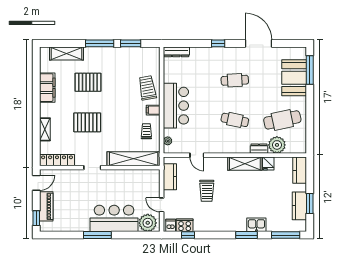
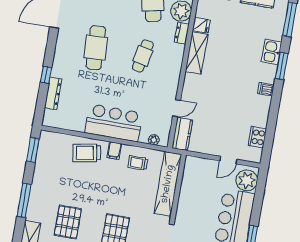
window: (131, 43) -> (33, 150), moved
window: (218, 43) -> (46, 75), moved
dresser: (176, 52) -> (53, 93), moved
cafe table: (235, 80) -> (96, 48), width x1.37, depth x1.35
kitchen counter: (170, 177) -> (182, 134), moved, turned 90
trolley: (207, 191) -> (221, 104), removed
dishwasher: (171, 225) -> (266, 89), moved
window: (188, 235) -> (270, 135), removed

